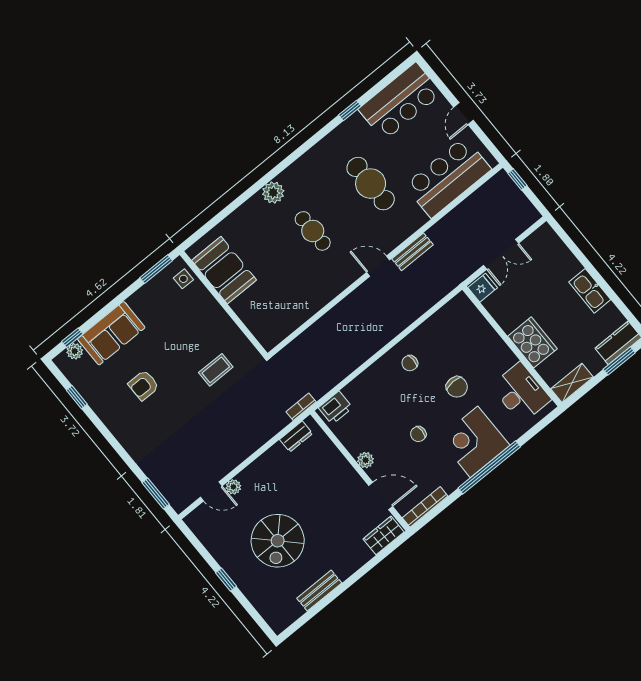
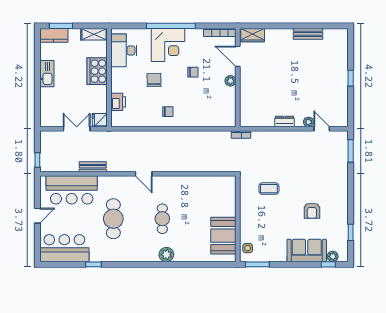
bench: (413, 252) -> (93, 167), moved
armchair: (144, 385) -> (312, 211), turned 90
printer: (336, 408) -> (118, 102), moved, turned 90
dresser: (296, 437) -> (285, 122), moved
spiral stairs: (278, 541) -> (308, 76), removed

